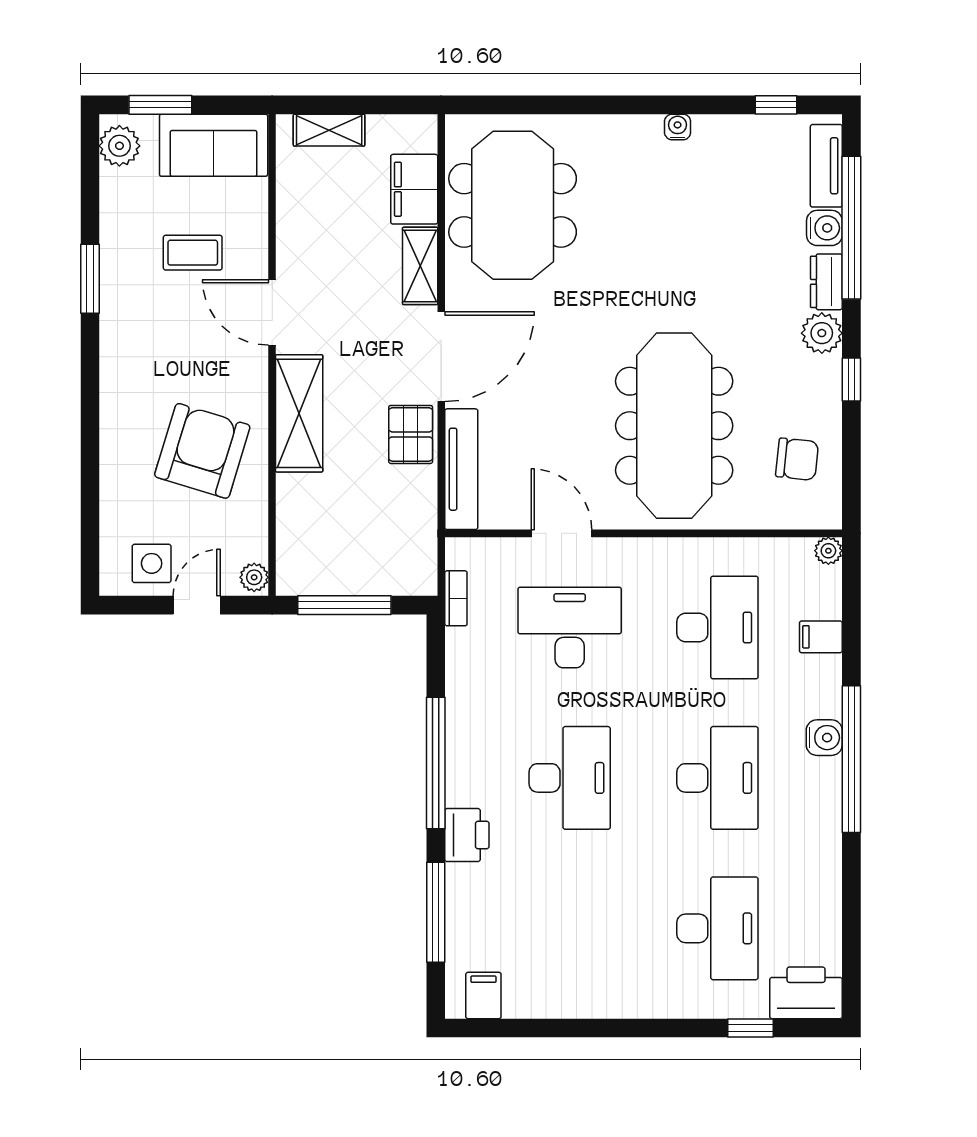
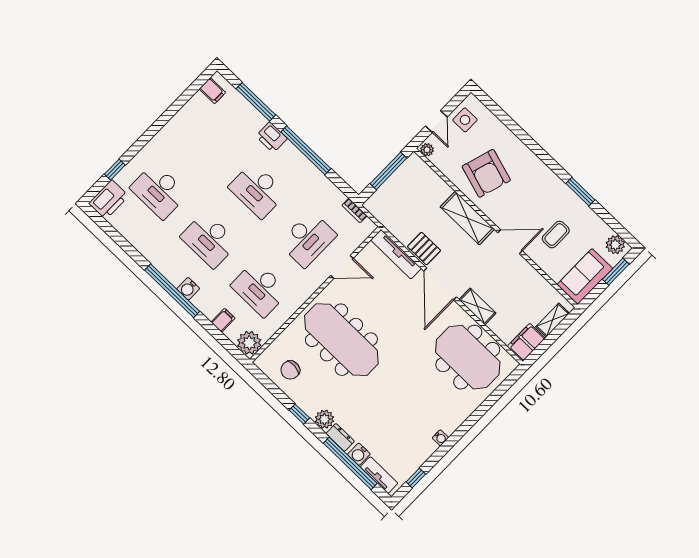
filing cabinet: (414, 189) -> (526, 342), moved, turned -90
plant: (828, 551) -> (249, 343), width x1.87, depth x1.87

